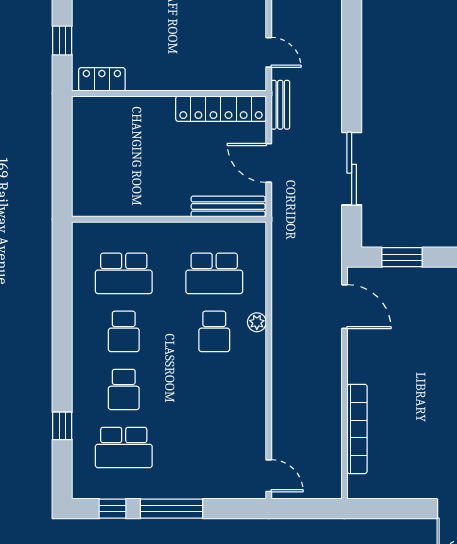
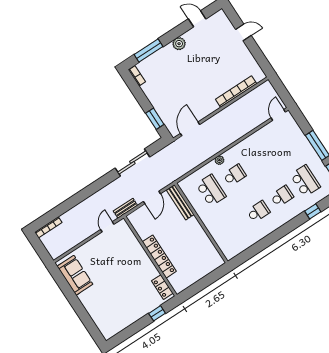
locker: (221, 109) -> (159, 257), moved
school desk: (124, 273) -> (235, 227), removed

